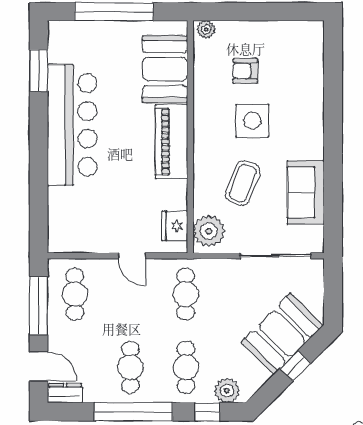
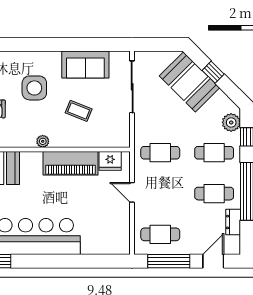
side table: (252, 121) -> (34, 88), moved
piano: (171, 142) -> (71, 163), moved
coffee table: (243, 183) -> (79, 111), width x0.73, depth x0.77
plant: (209, 231) -> (43, 141), moved, width x0.53, depth x0.53
door: (132, 256) -> (132, 192), swing flipped
dresser: (65, 393) -> (233, 222), moved

